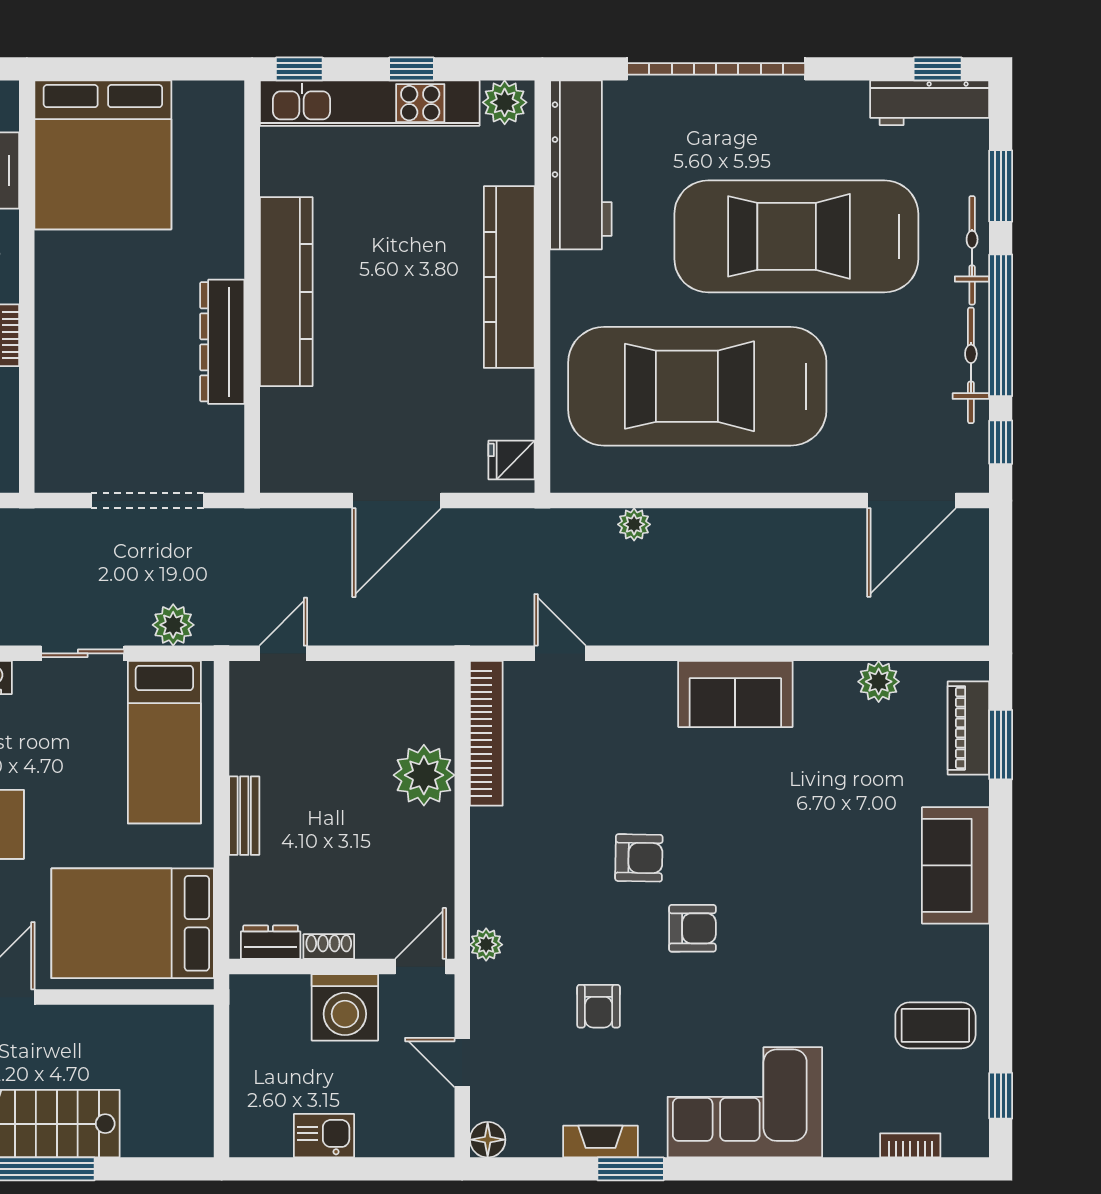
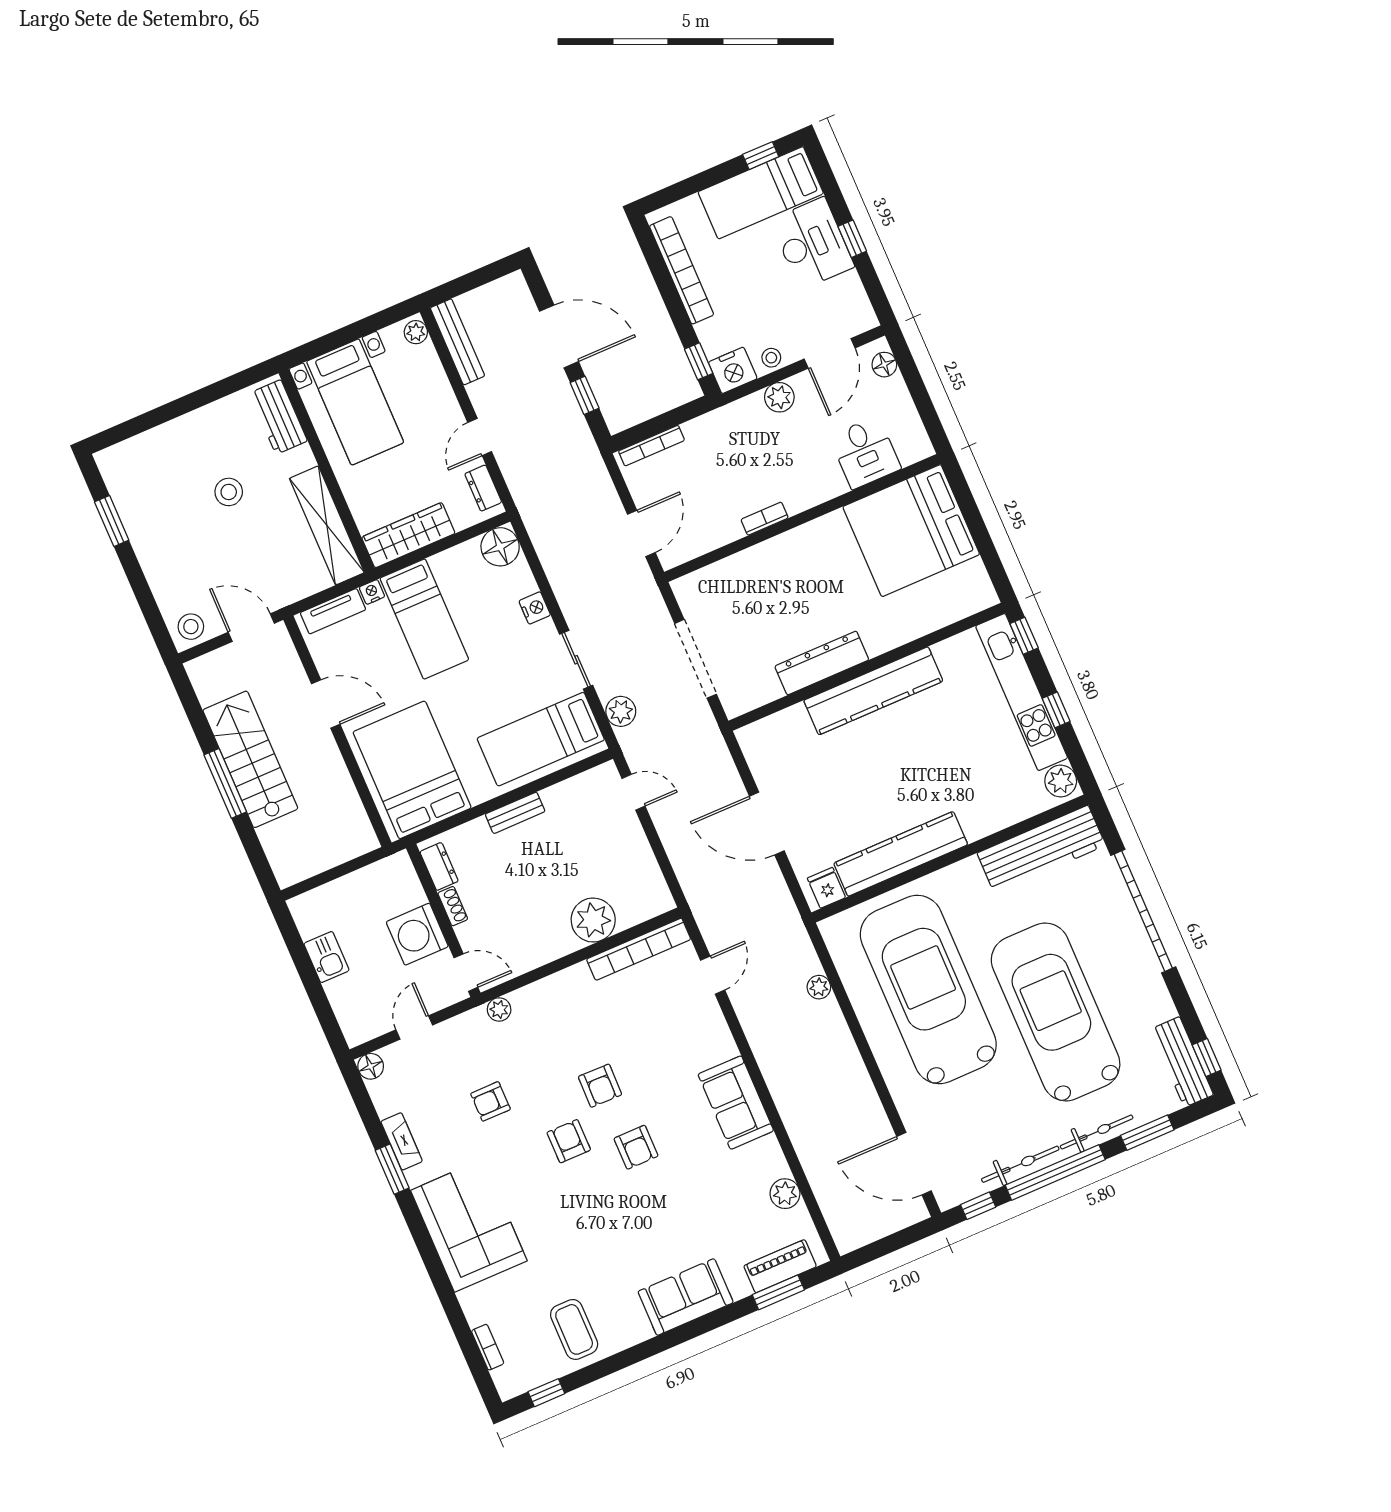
kitchen counter: (509, 277) -> (901, 854), moved
armchair: (737, 846) -> (636, 1147), added
armchair: (692, 928) -> (569, 1141), turned 180

